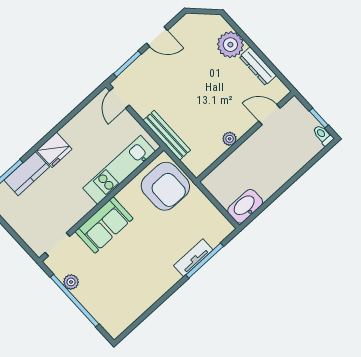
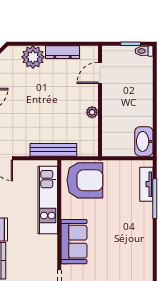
tv unit: (193, 258) -> (146, 184), moved

